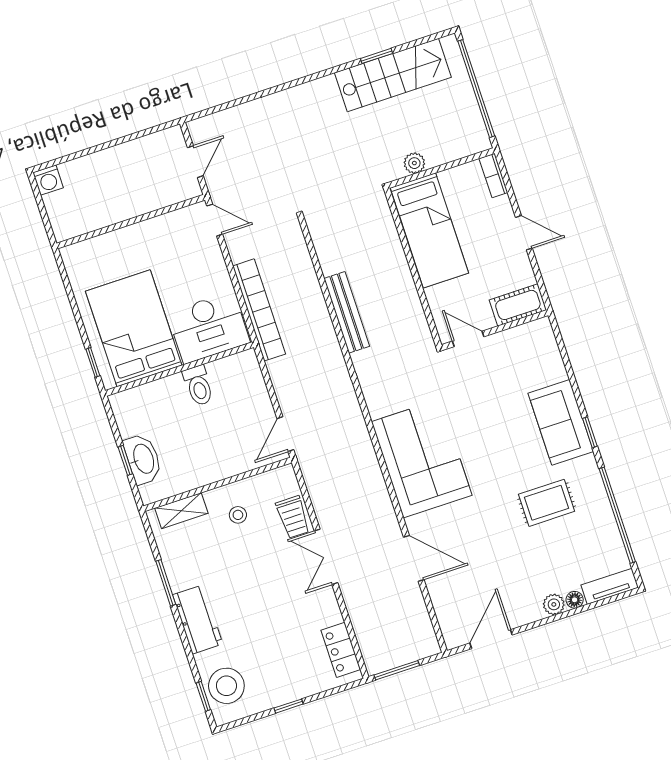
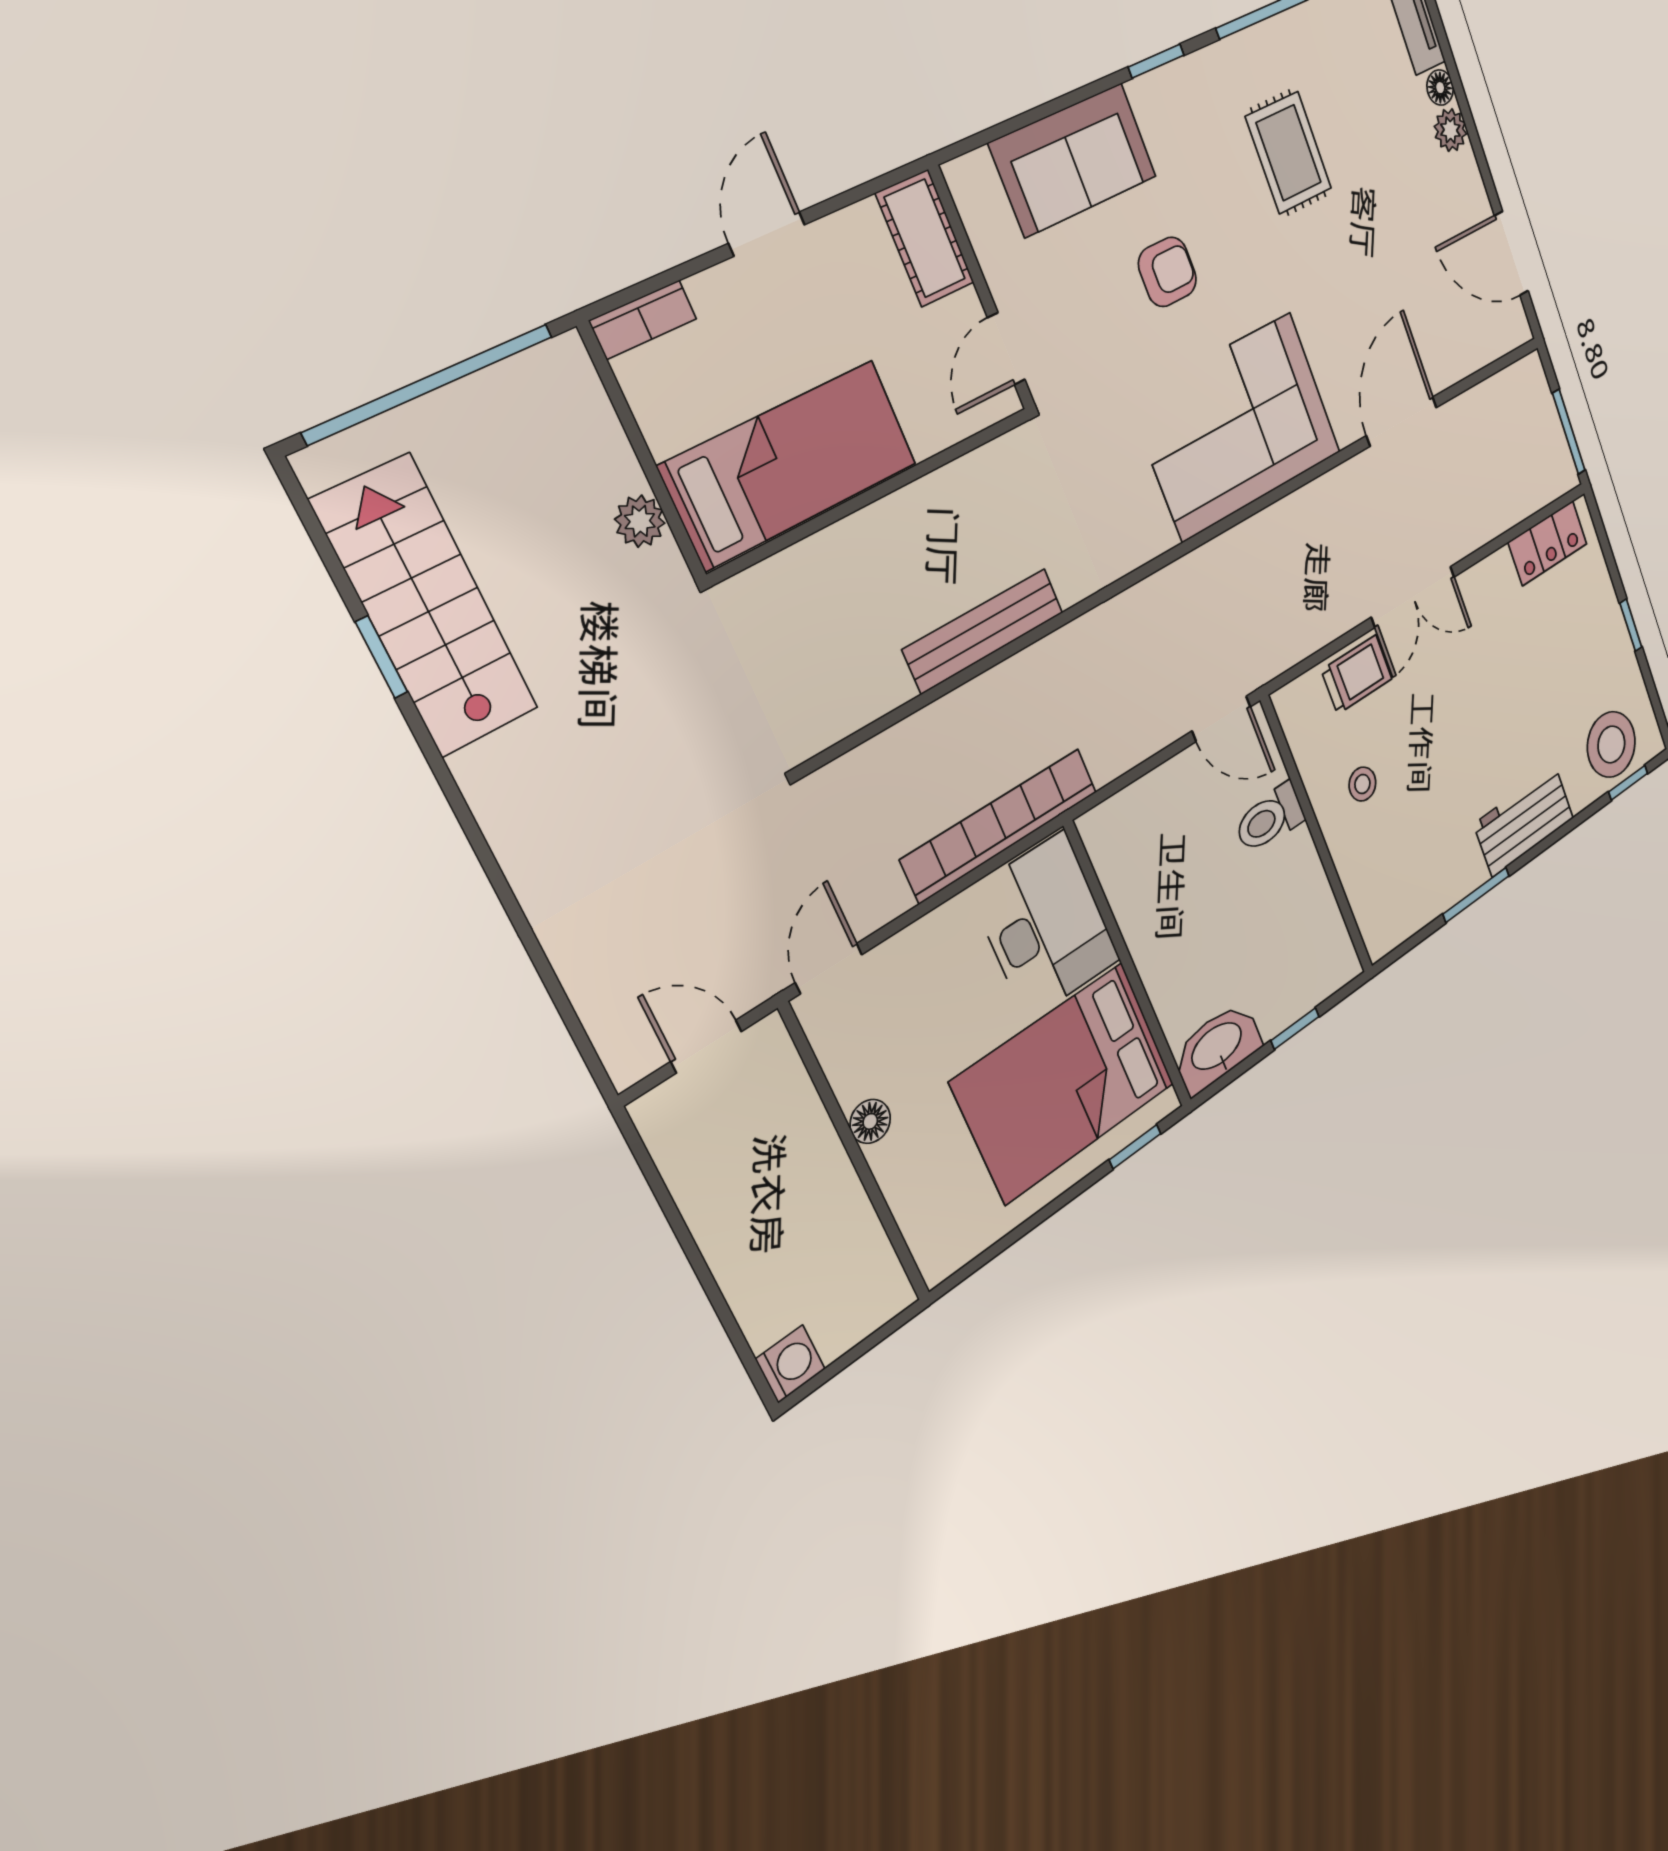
floor lamp: (143, 230) -> (870, 1121), added
toilet: (198, 386) -> (1270, 818), moved, turned 180
sofa: (561, 422) -> (1074, 160), moved
armchair: (496, 428) -> (1167, 272), added
washbasin: (143, 459) -> (1217, 1048), moved
shelving: (181, 511) -> (1365, 896), removed

